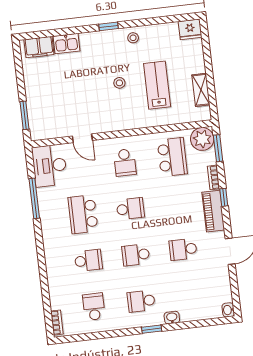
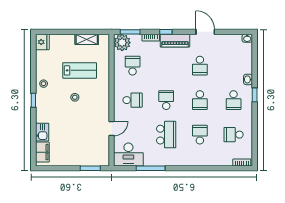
lab bench: (157, 85) -> (80, 70), turned 180
school desk: (172, 157) -> (133, 66), width x0.54
school desk: (83, 214) -> (166, 135), turned -90

